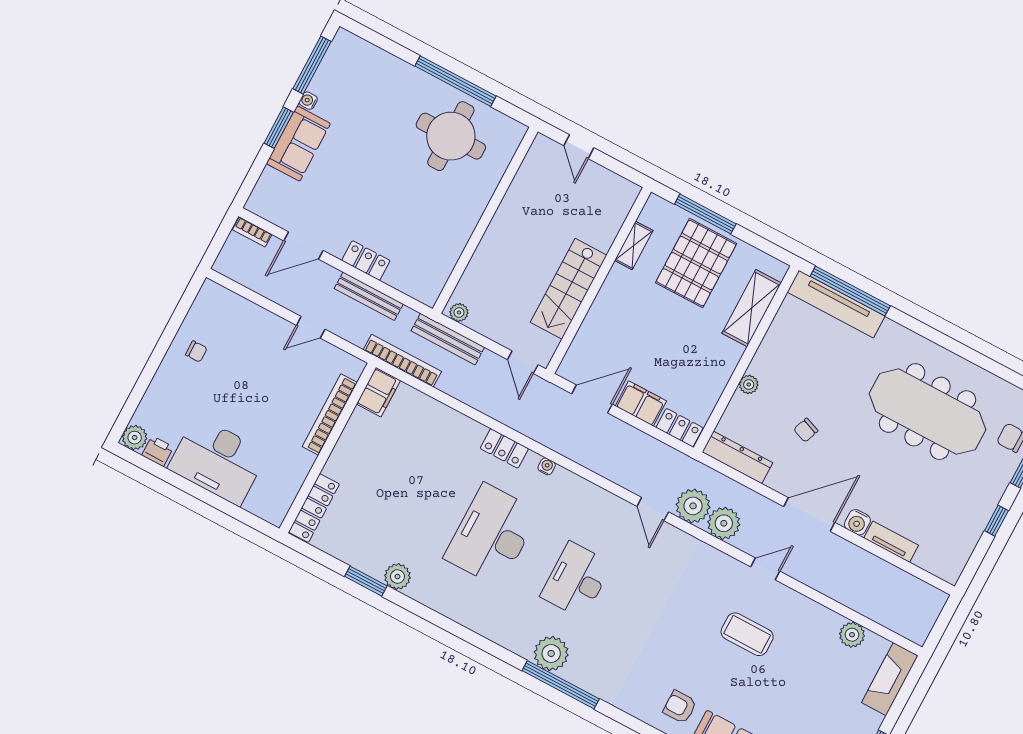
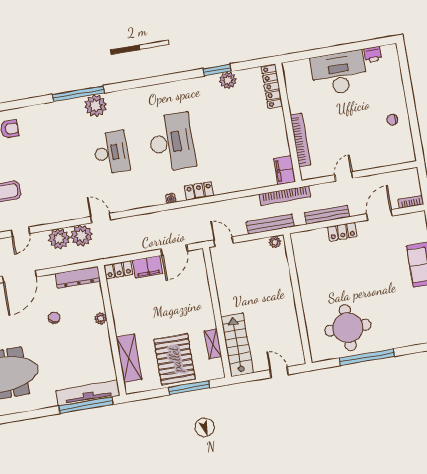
stairs: (569, 289) -> (237, 345), moved
plant: (135, 438) -> (390, 52), removed
plant: (397, 577) -> (228, 80), moved

